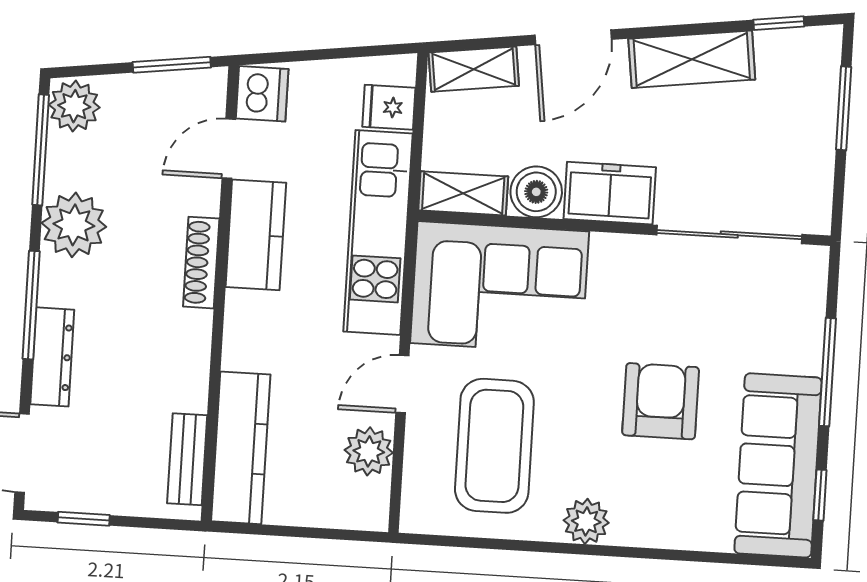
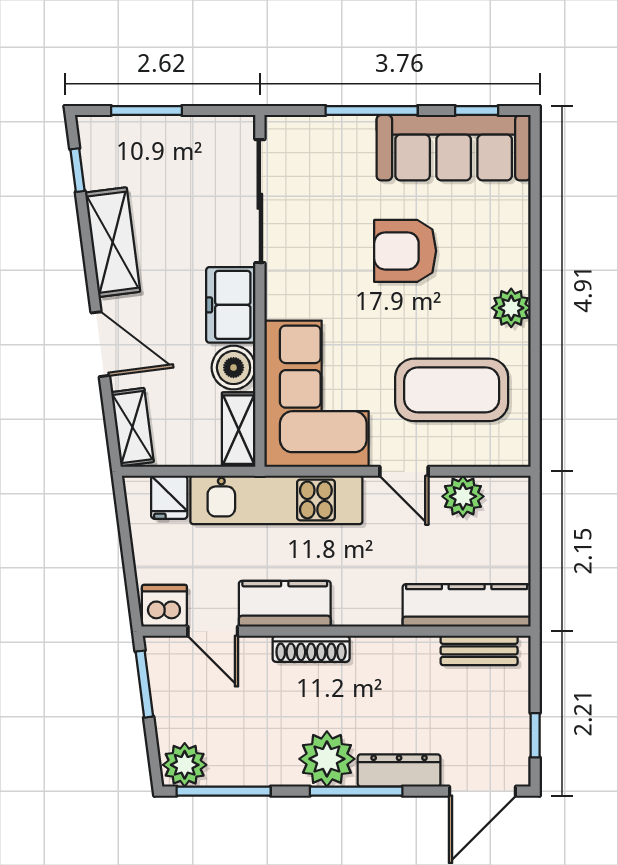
plant: (74, 225) -> (327, 759), moved

